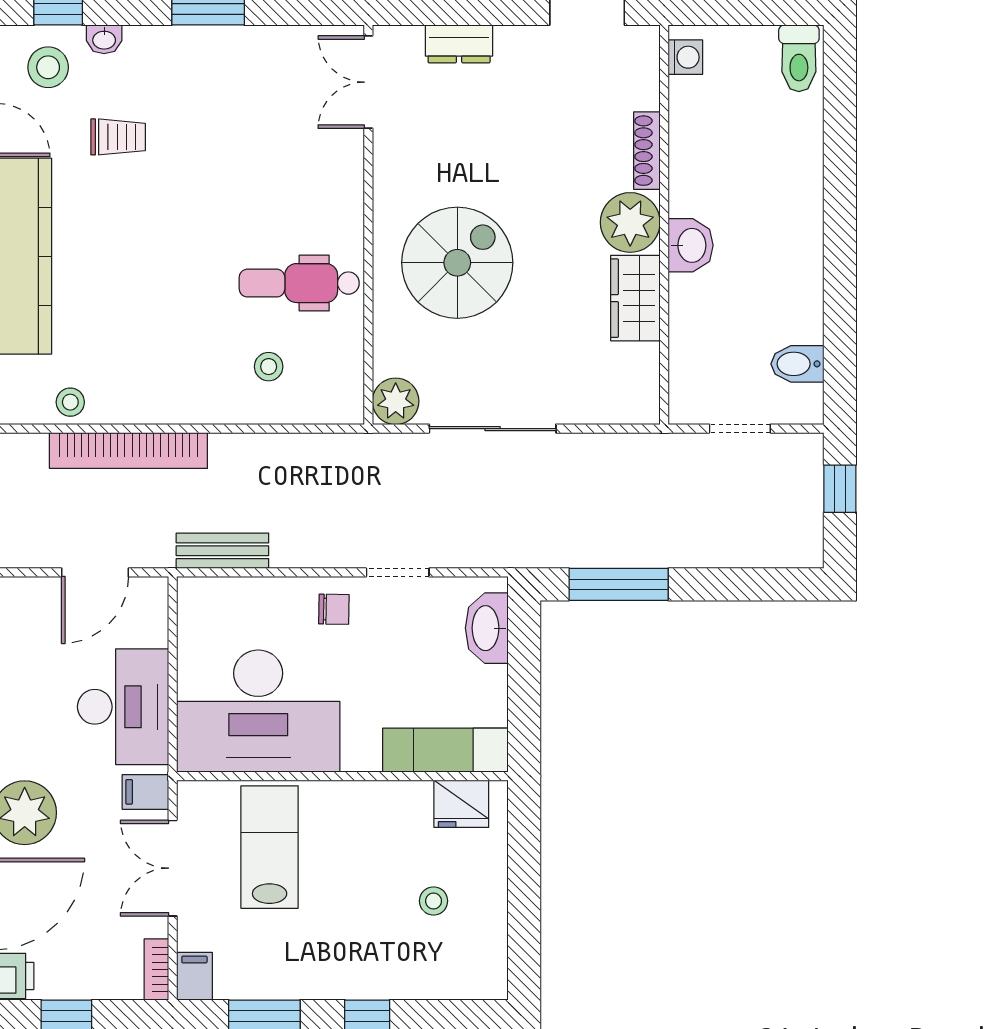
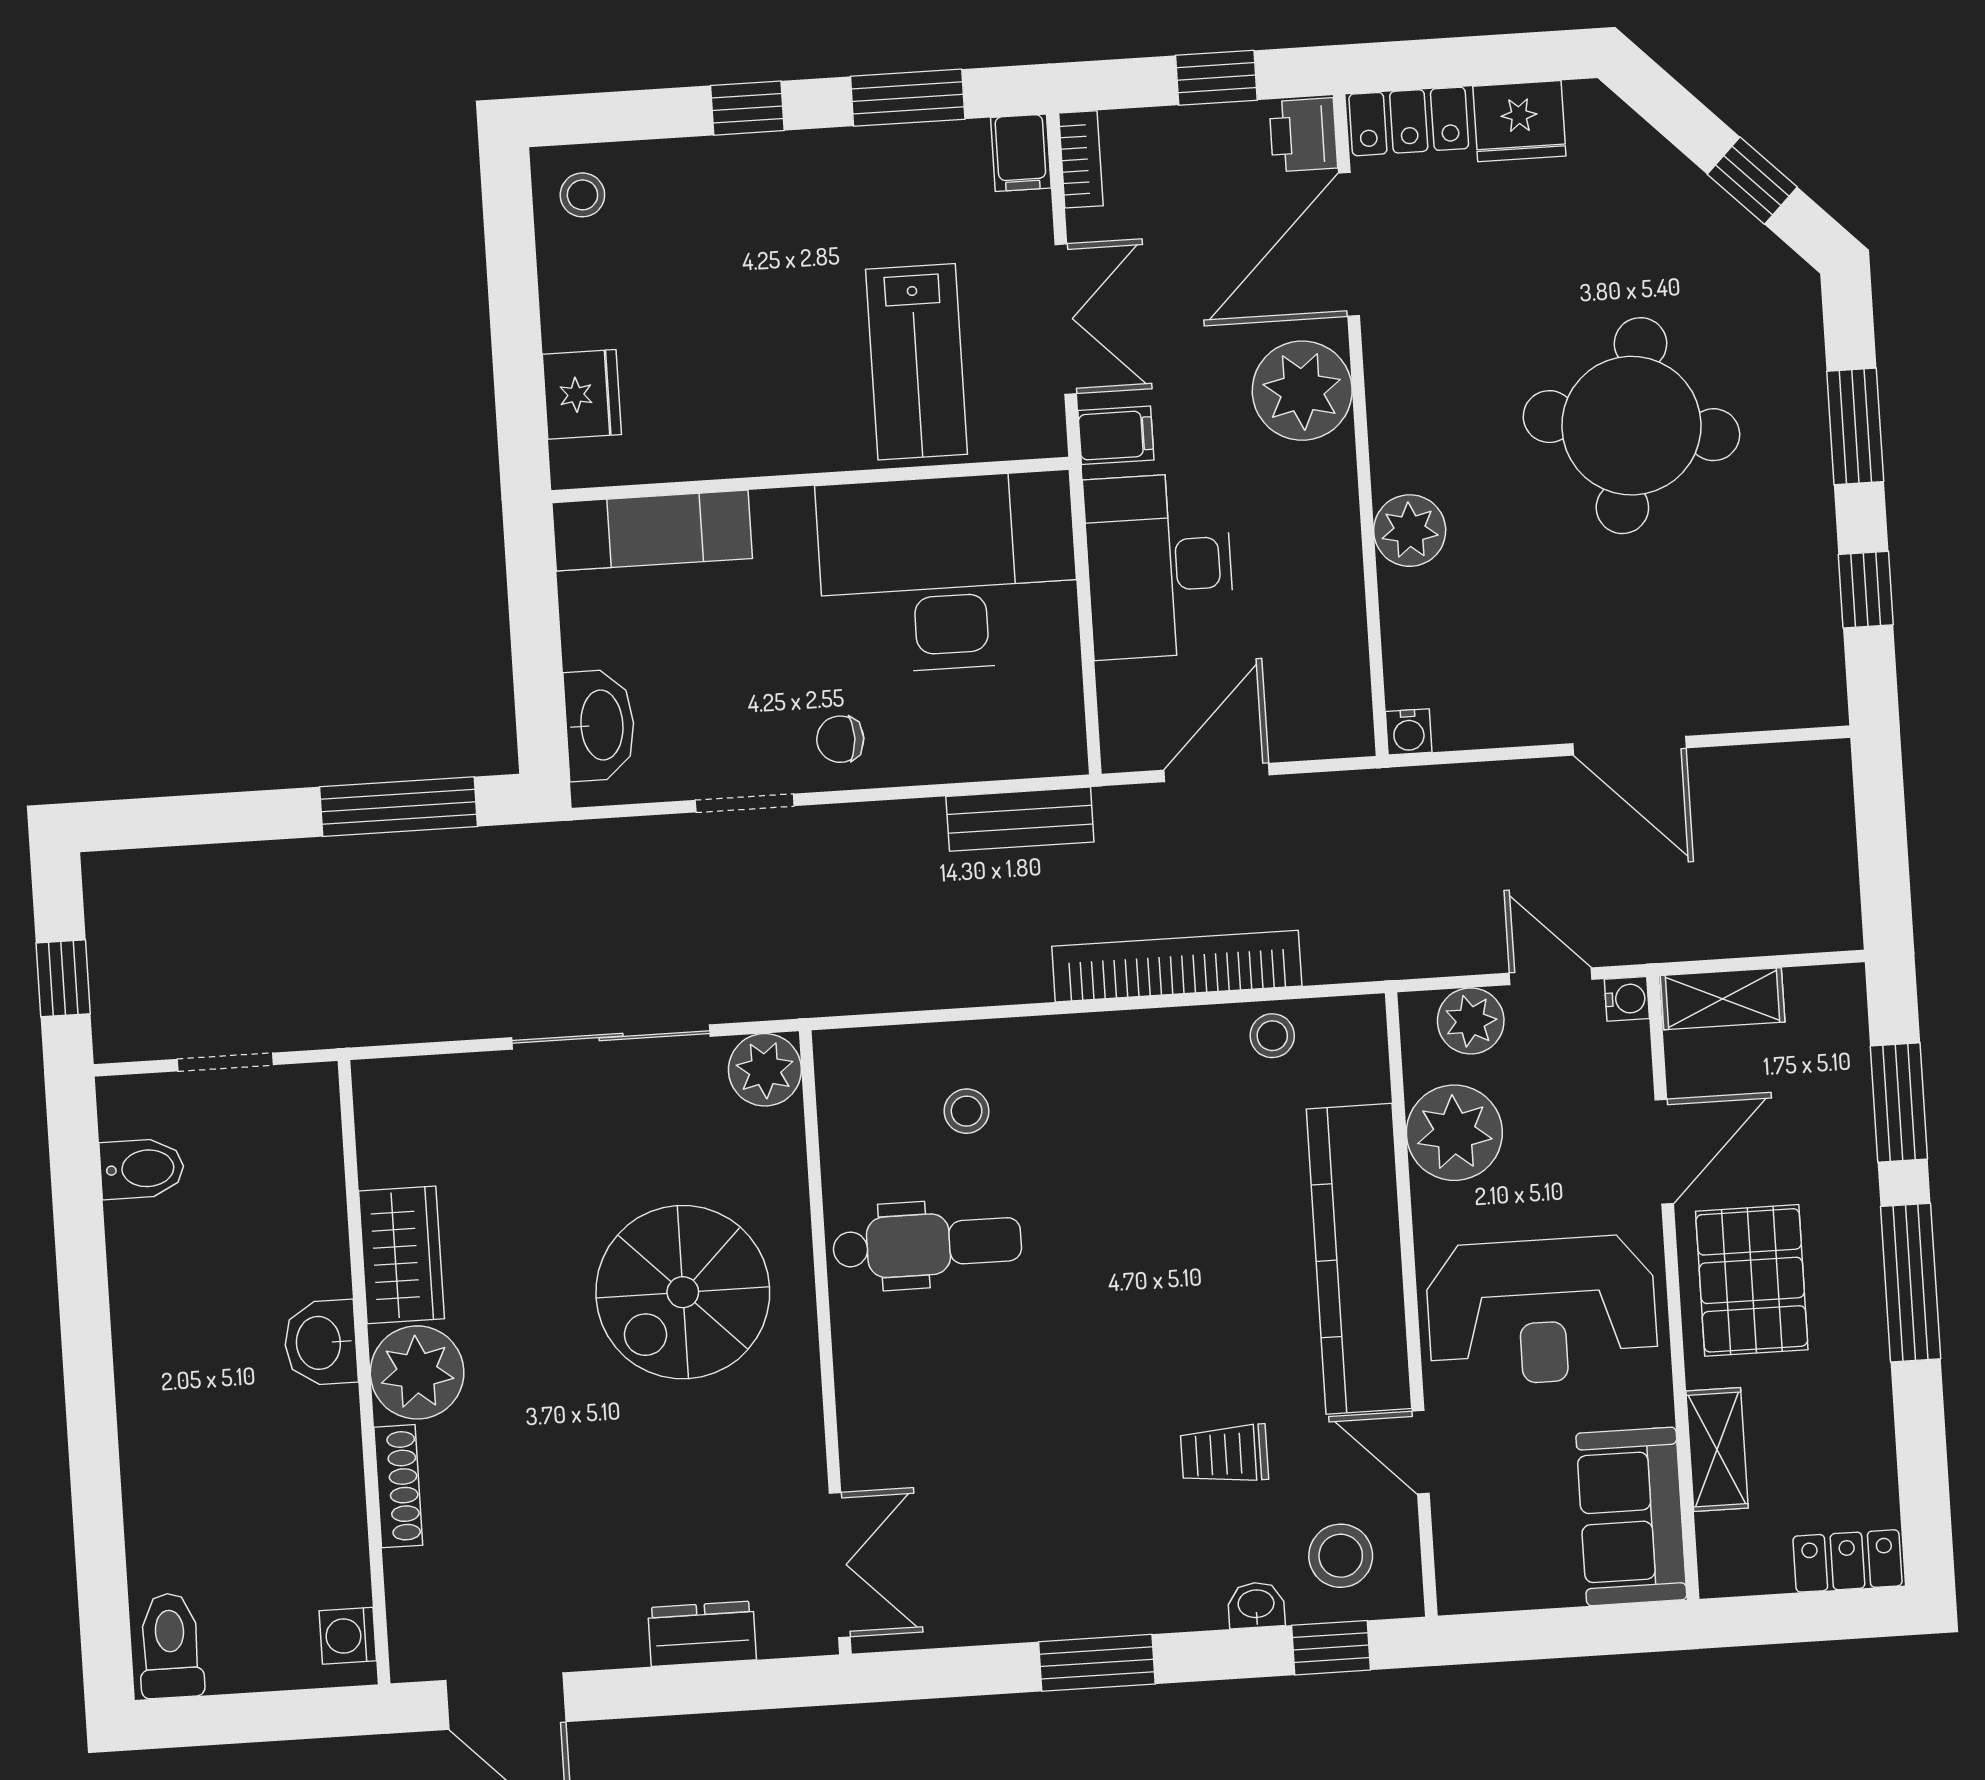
fridge: (461, 804) -> (582, 394), moved, turned 90
stool: (434, 901) -> (582, 195), moved

